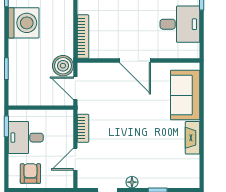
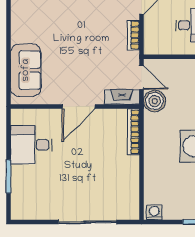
door: (135, 60) -> (79, 107), swing flipped
fireplace: (193, 138) -> (122, 97), moved, turned -90

